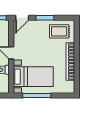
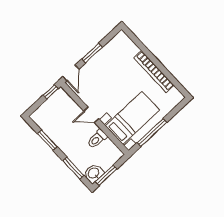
rug: (59, 31) -> (117, 53), removed

